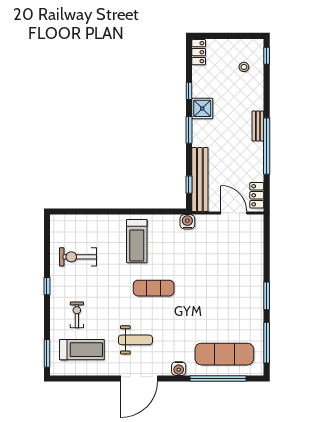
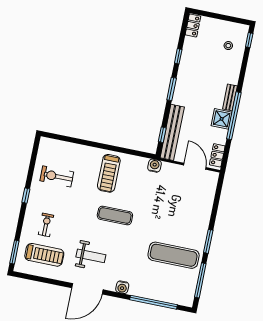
shower: (202, 108) -> (222, 119), moved
exercise mat: (224, 354) -> (174, 255), moved

